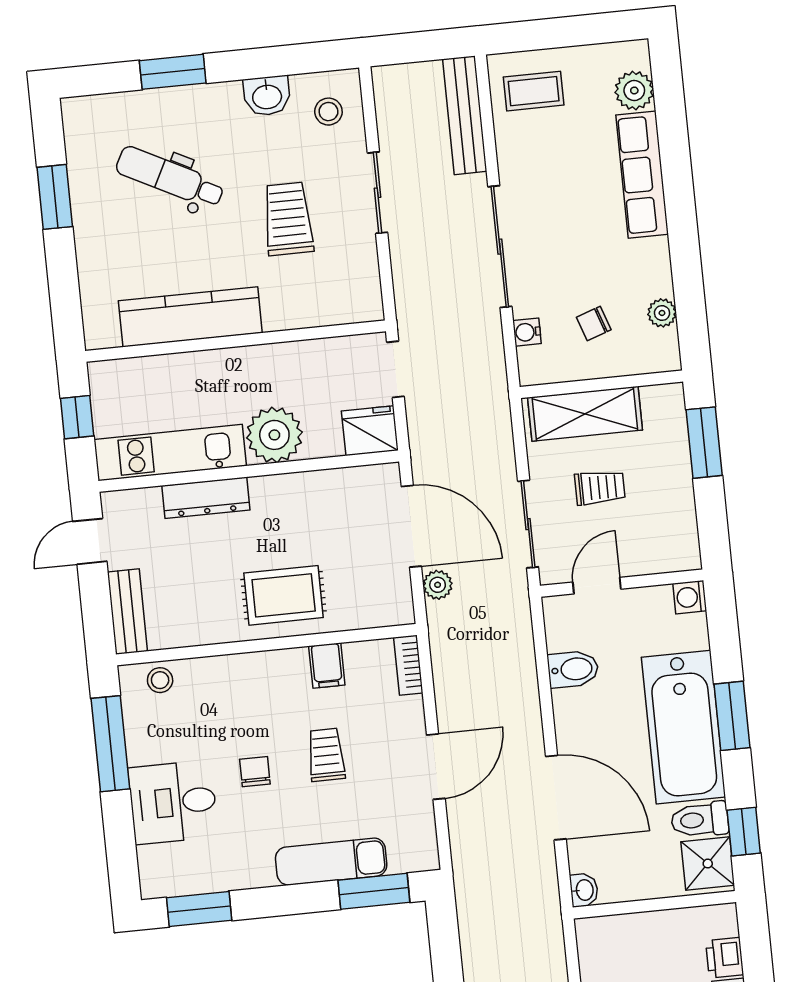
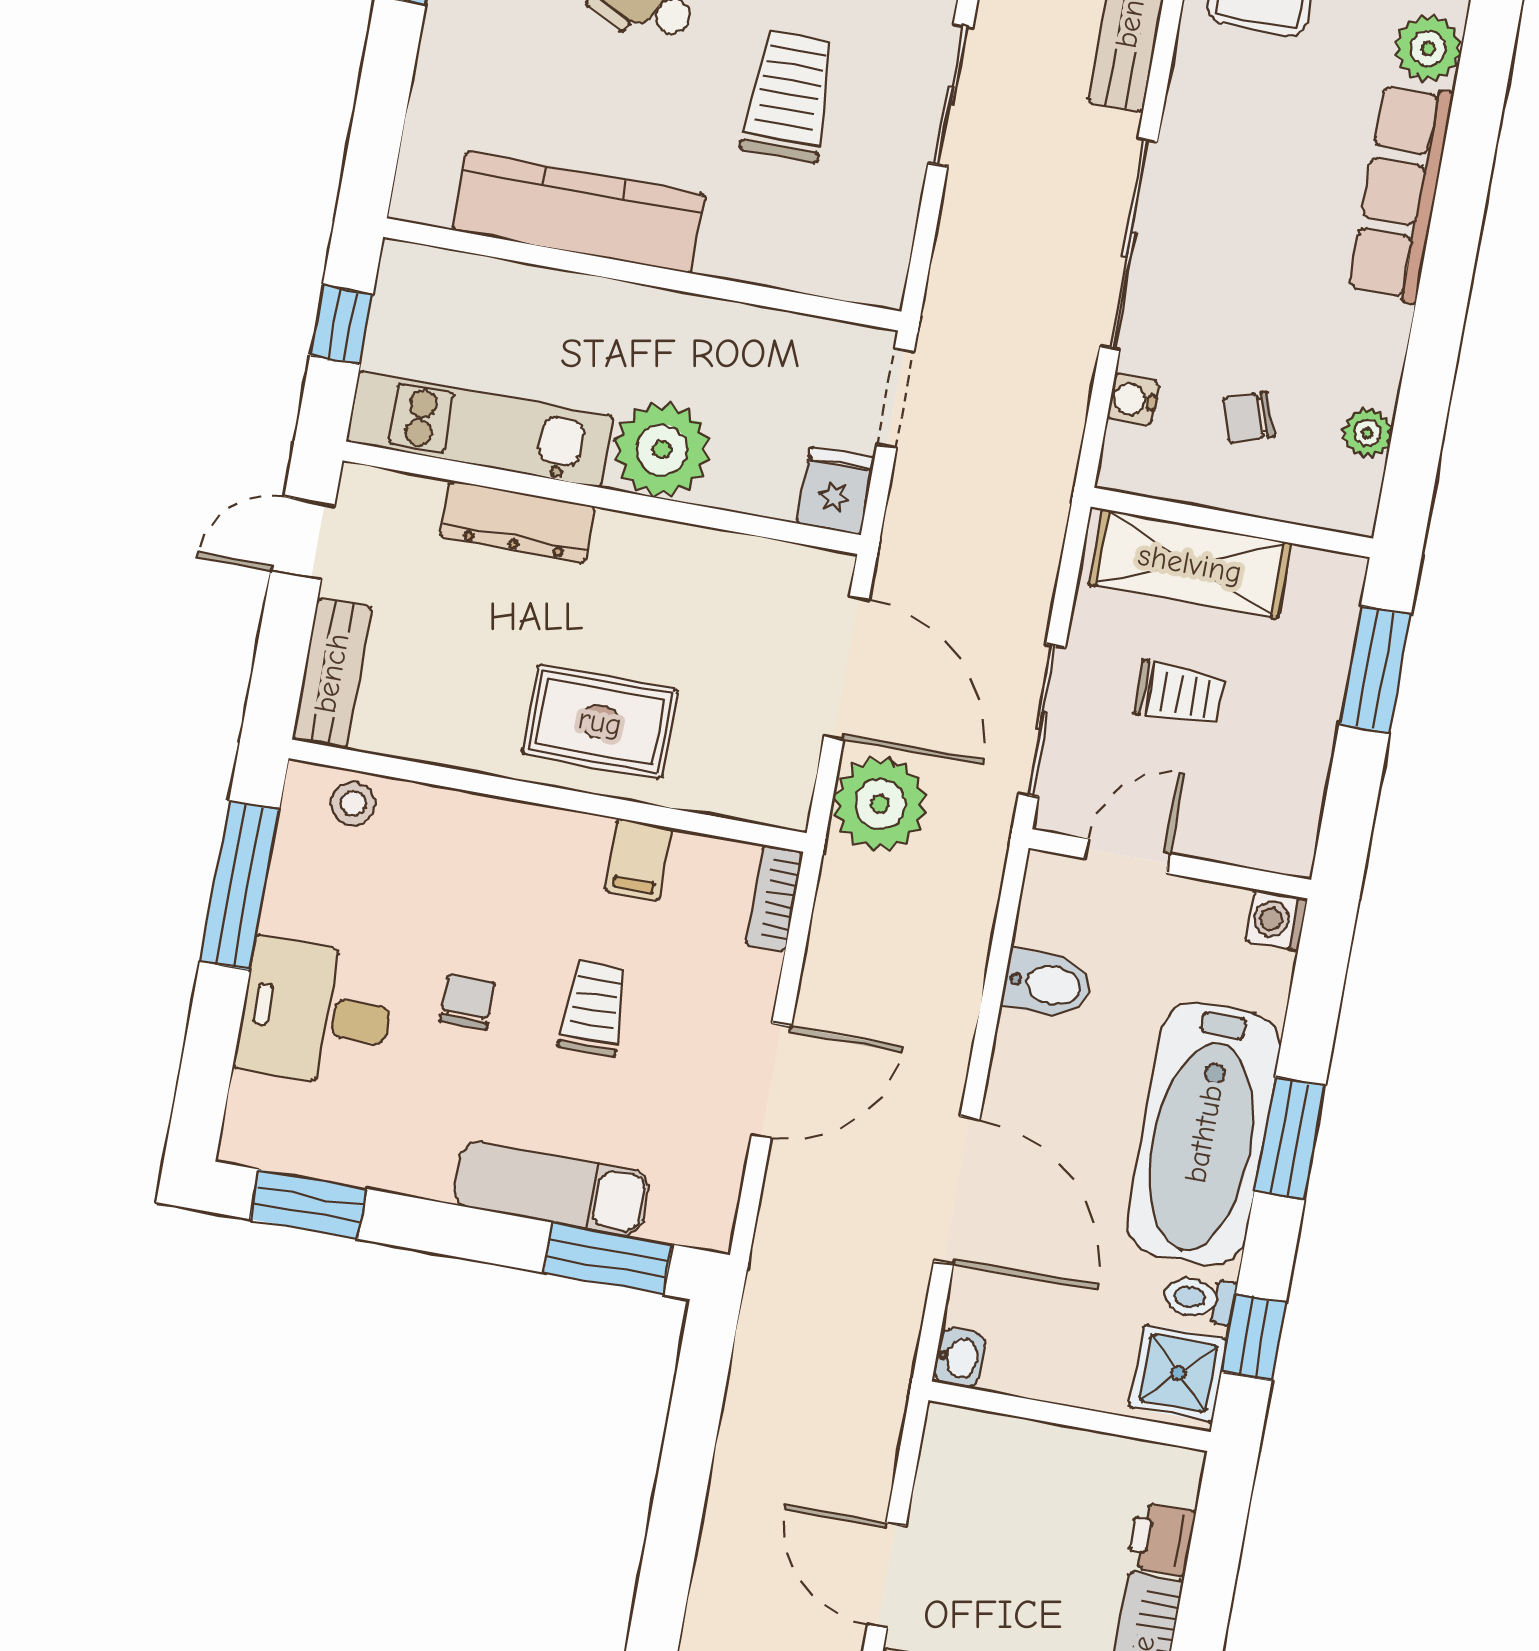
fridge: (370, 431) -> (836, 491), width x0.72
plant: (438, 585) -> (880, 804), width x1.88, depth x1.88
toilet: (700, 820) -> (1200, 1299), width x0.73, depth x0.72

